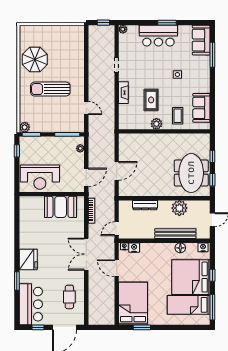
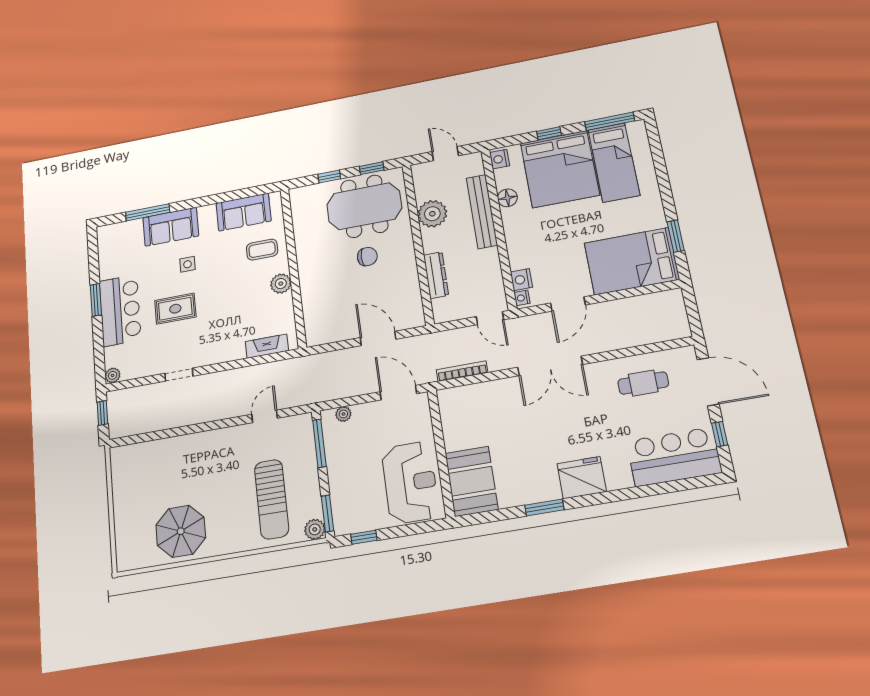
sofa: (201, 40) -> (171, 227), moved
sun lounger: (50, 89) -> (272, 499), moved
fireplace: (123, 93) -> (267, 346), moved
rug: (151, 100) -> (175, 309), moved
chair: (162, 171) -> (367, 257), added
booth: (61, 207) -> (472, 481), moved
window: (17, 281) -> (544, 508), moved

